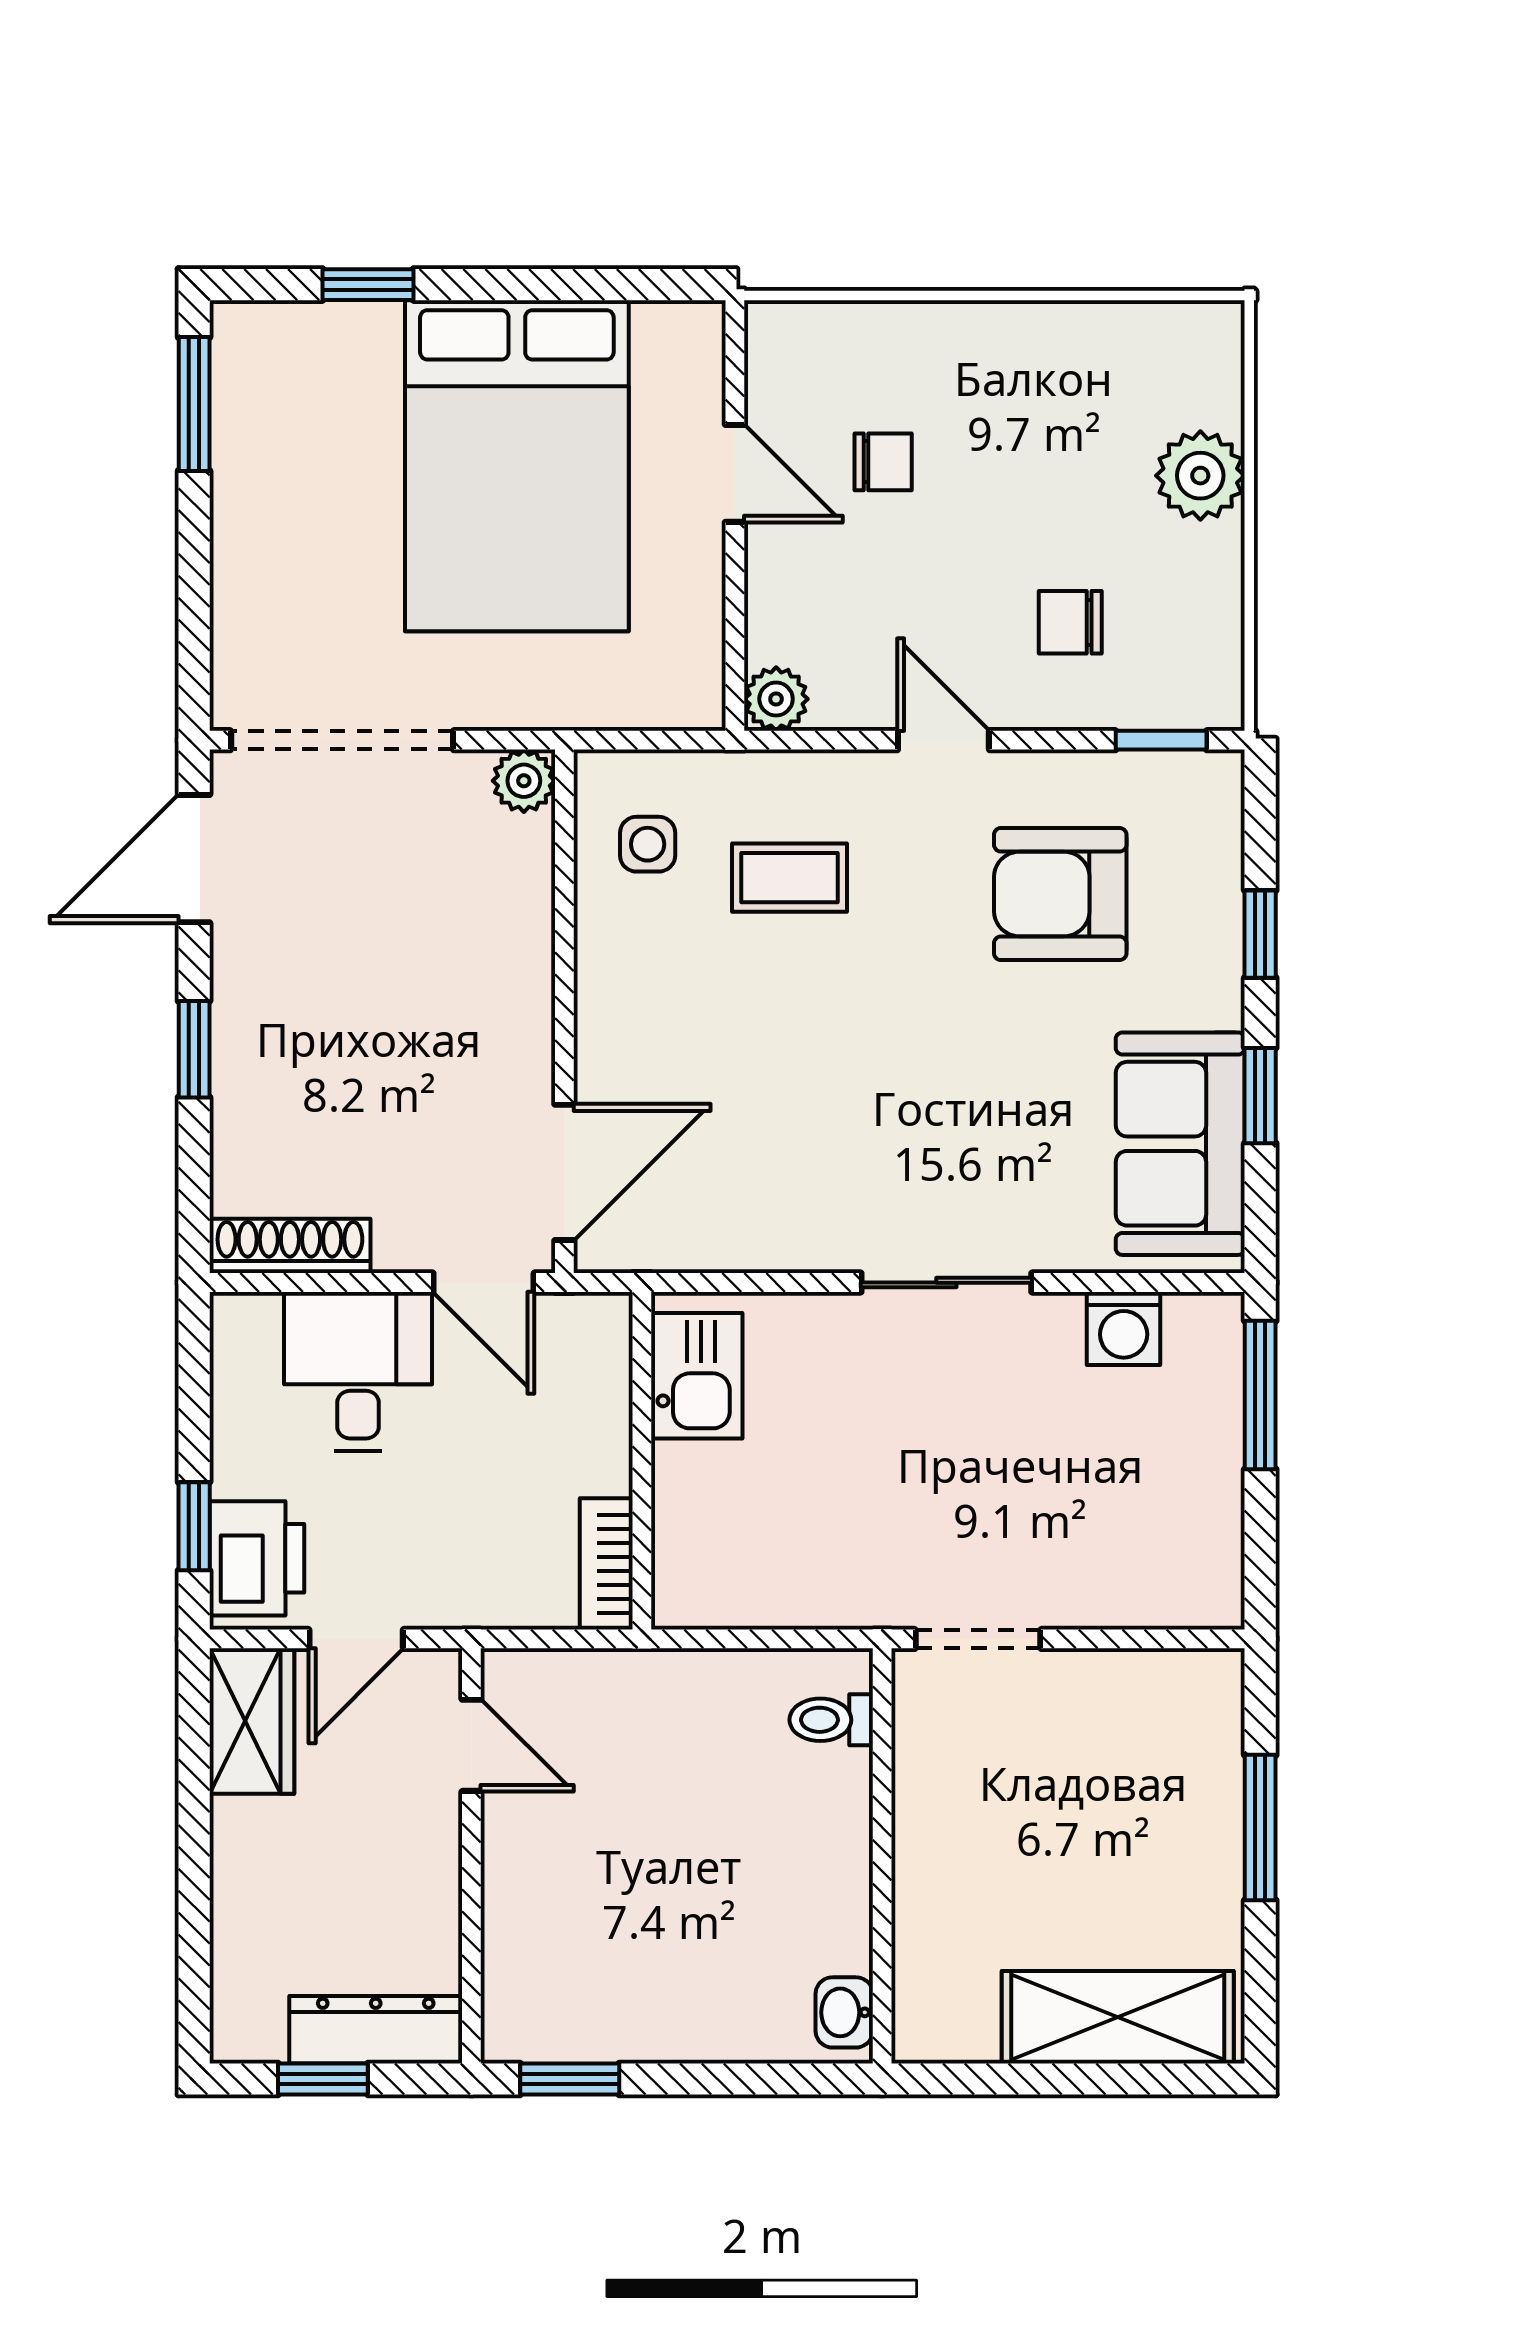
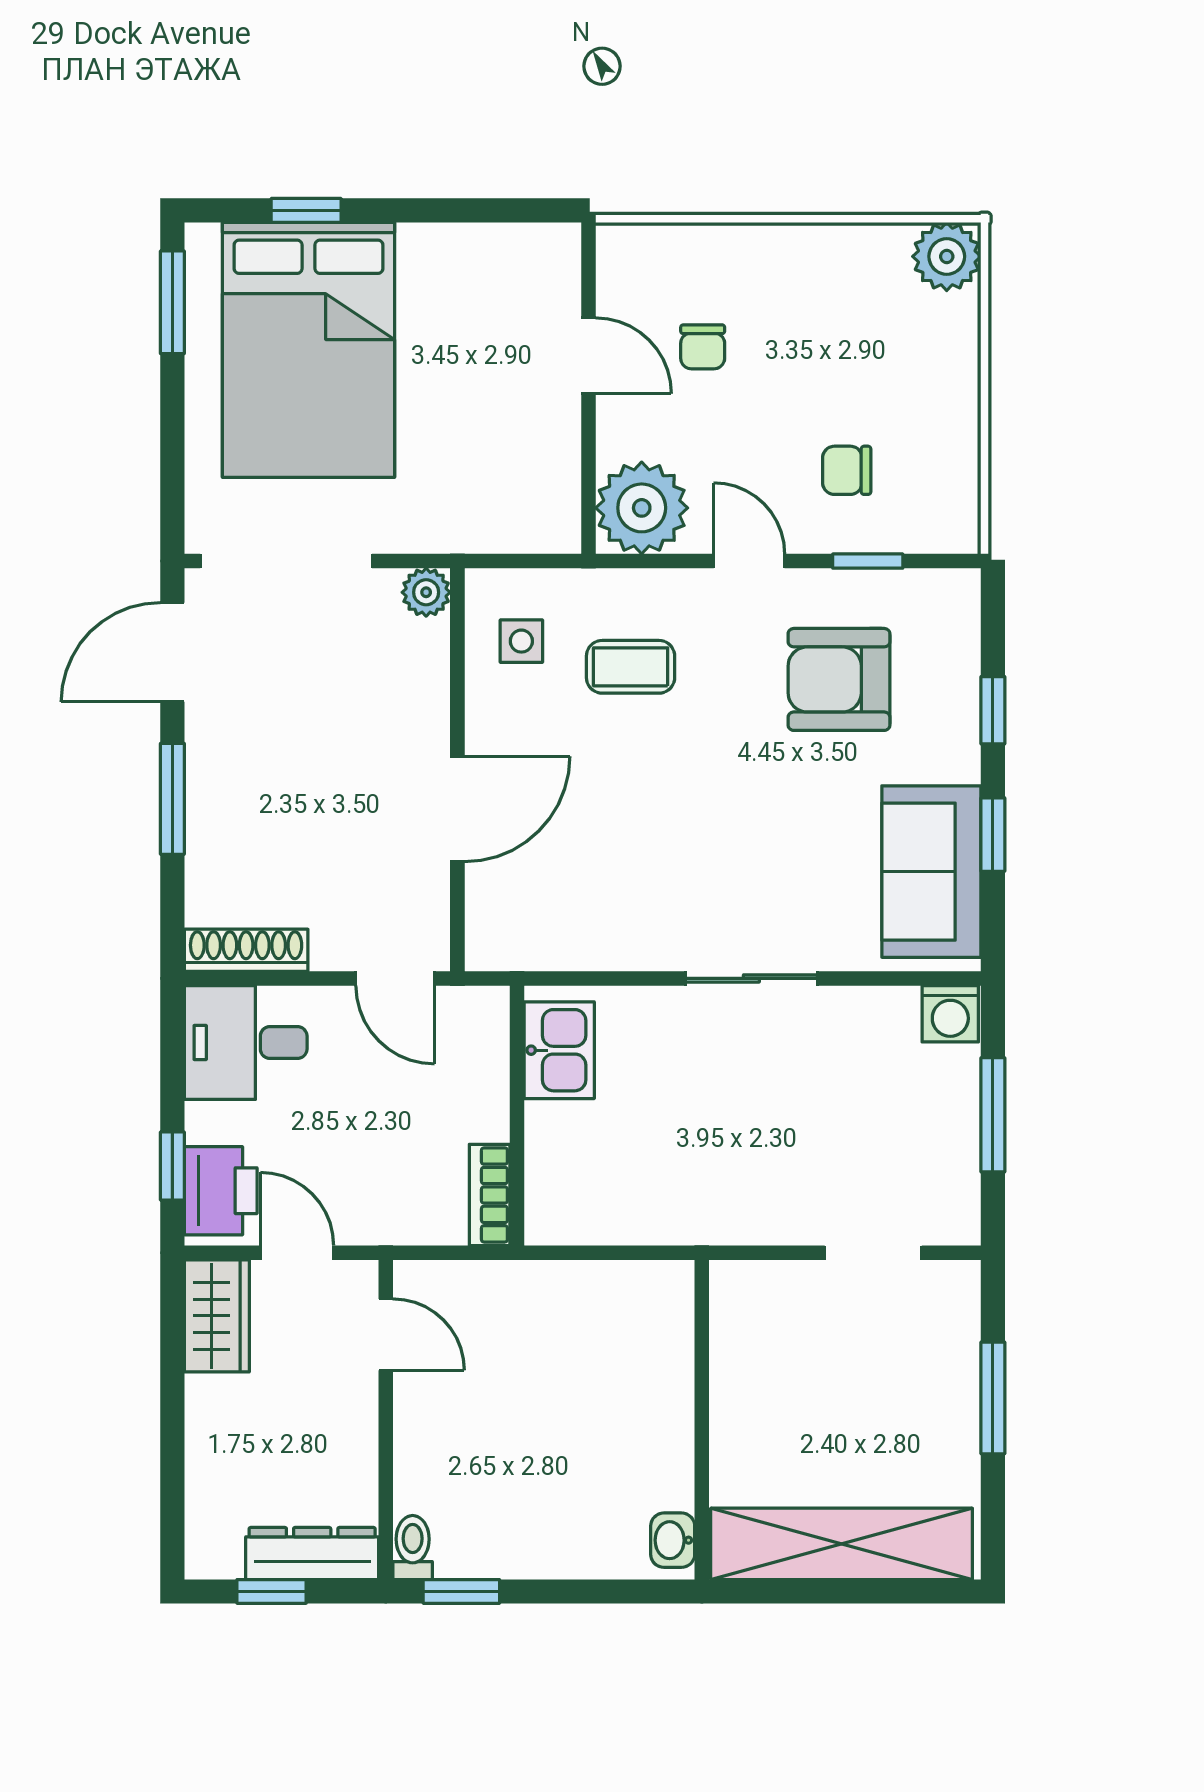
chair: (883, 462) -> (703, 347), turned 90
bed: (517, 466) -> (308, 350), moved
plant: (1200, 476) -> (947, 256), moved
plant: (776, 699) -> (642, 508), width x1.88, depth x1.88
window: (1161, 740) -> (868, 561), moved
window: (194, 1049) -> (172, 799), width x1.50
door: (564, 1172) -> (457, 809), moved
washing machine: (1124, 1328) -> (950, 1014), moved
desk: (358, 1372) -> (246, 1043), moved, turned -90
window: (1260, 1395) -> (993, 1115), moved
door: (356, 1639) -> (297, 1253), swing flipped
doorway: (978, 1639) -> (873, 1253), moved
toilet: (831, 1720) -> (413, 1547), moved, turned 90
shelving: (1118, 2017) -> (842, 1544), width x1.47

